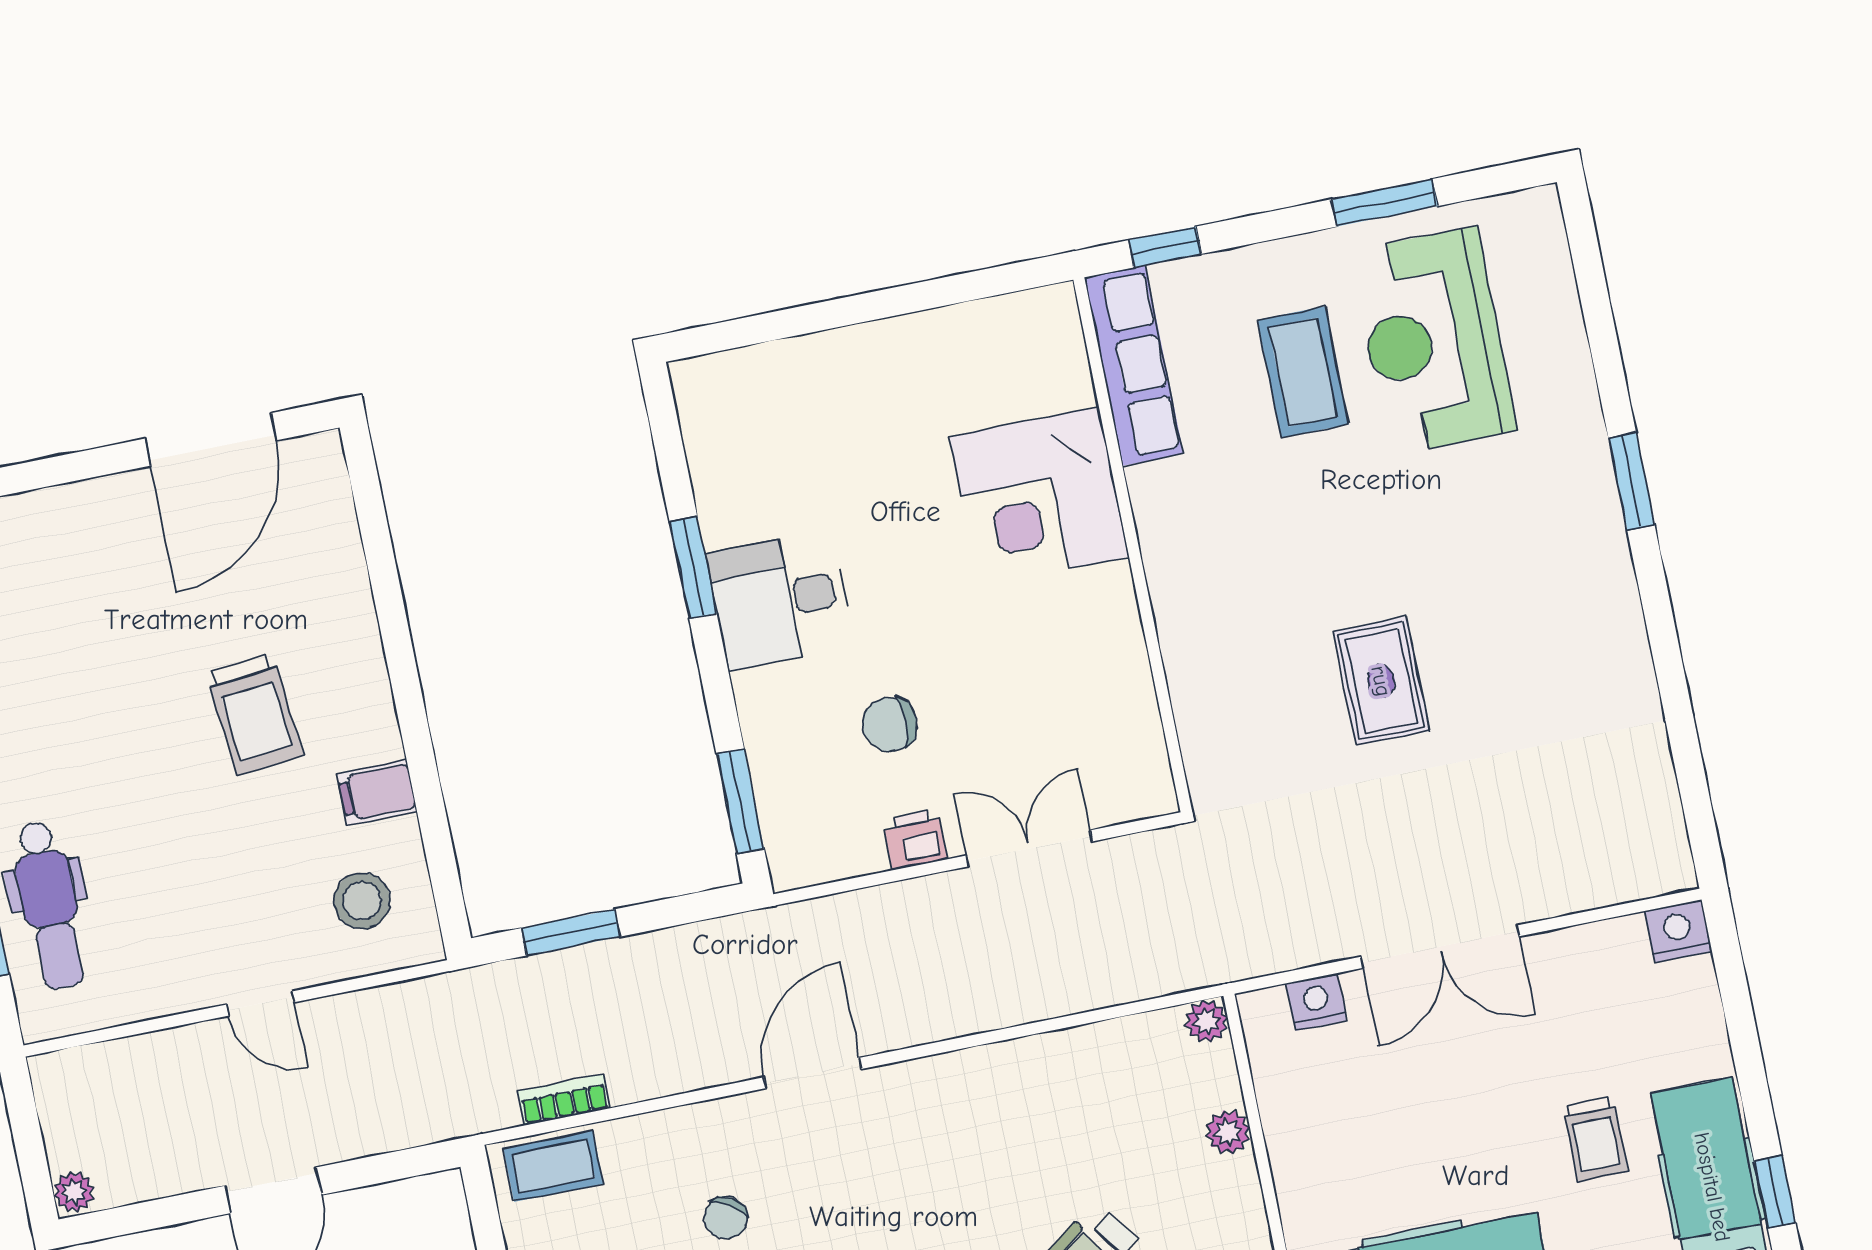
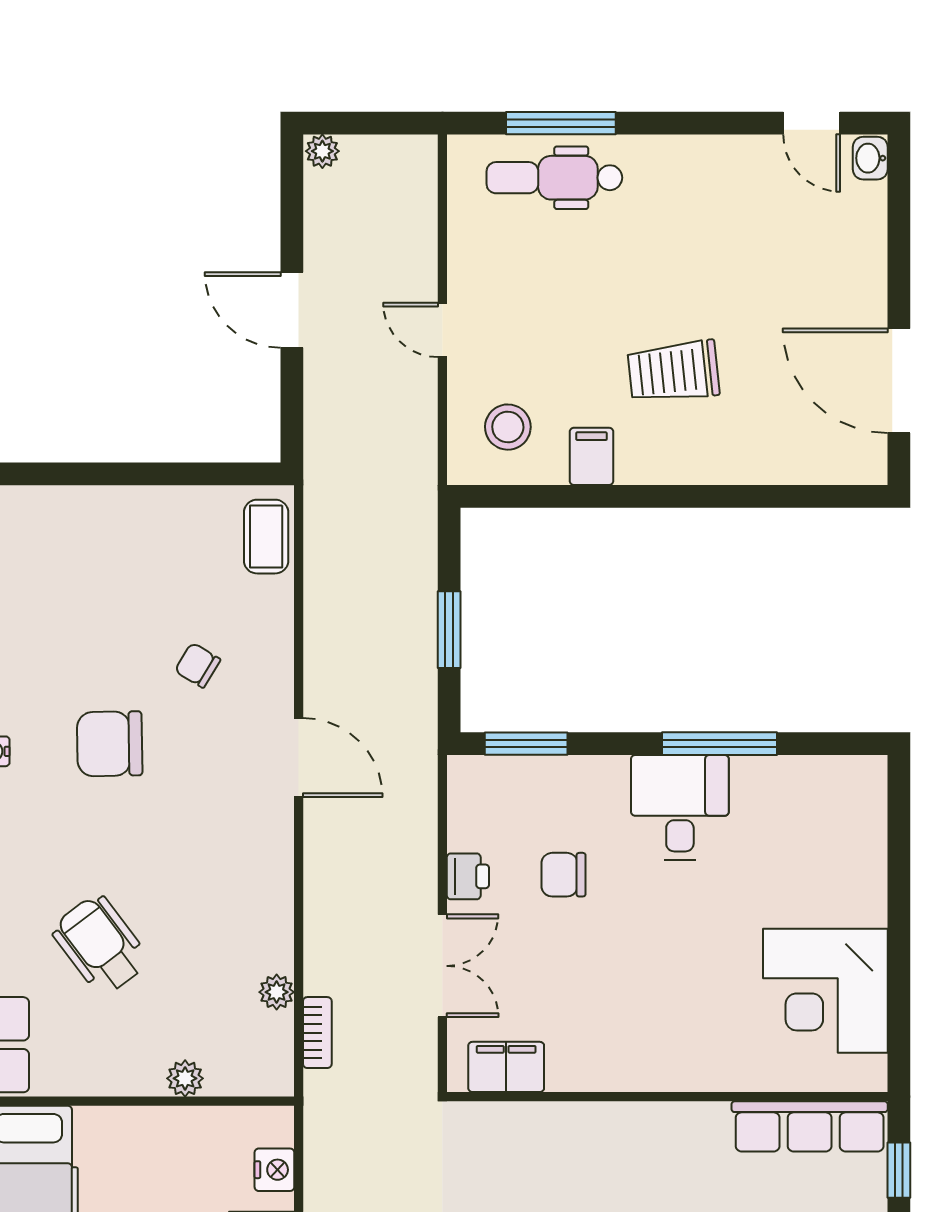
corner desk: (1039, 497) -> (825, 991), moved, turned -90
window: (693, 568) -> (719, 744), width x1.44
chair: (890, 724) -> (563, 875), turned -90
filing cabinet: (1136, 747) -> (506, 1067), added
window: (571, 932) -> (449, 630), moved
door: (261, 1003) -> (442, 330), hinge flipped
plant: (1207, 1021) -> (277, 992), moved
bookcase: (564, 1100) -> (317, 1033), moved

